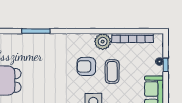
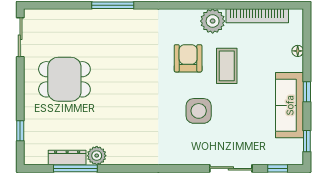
window: (166, 65) -> (307, 92), moved
armchair: (86, 66) -> (188, 58), turned 90

